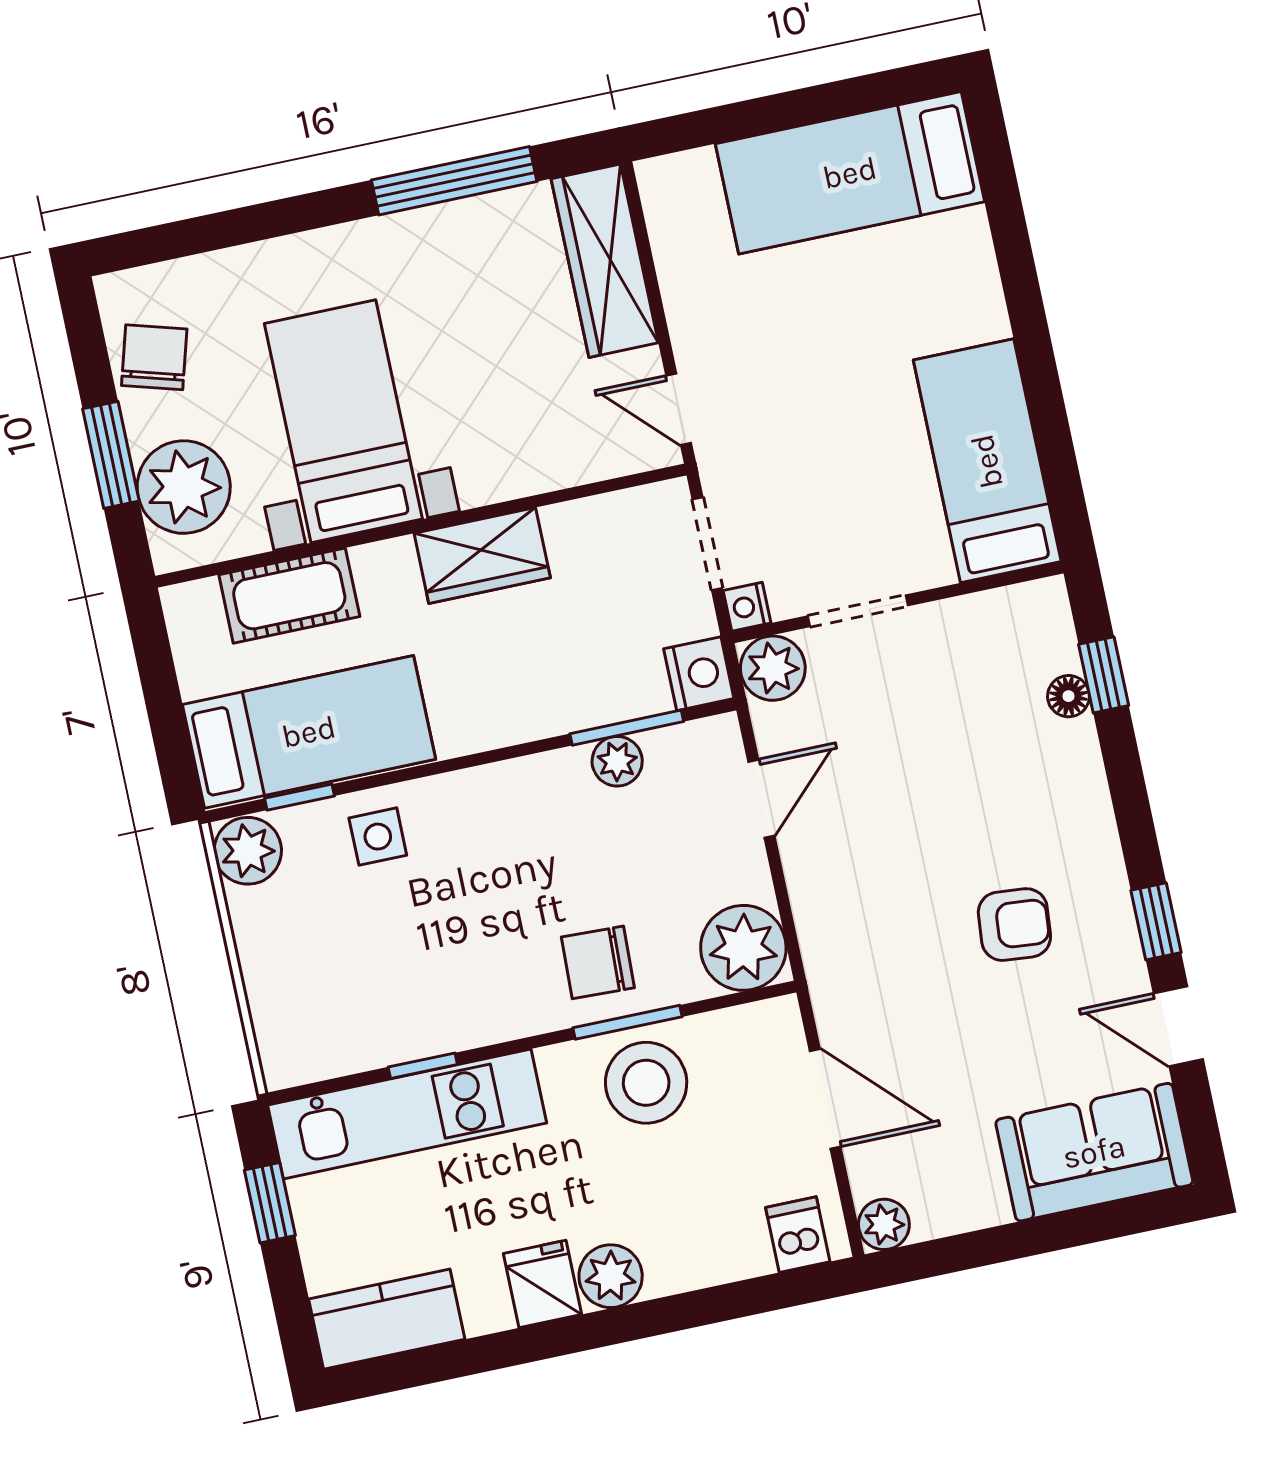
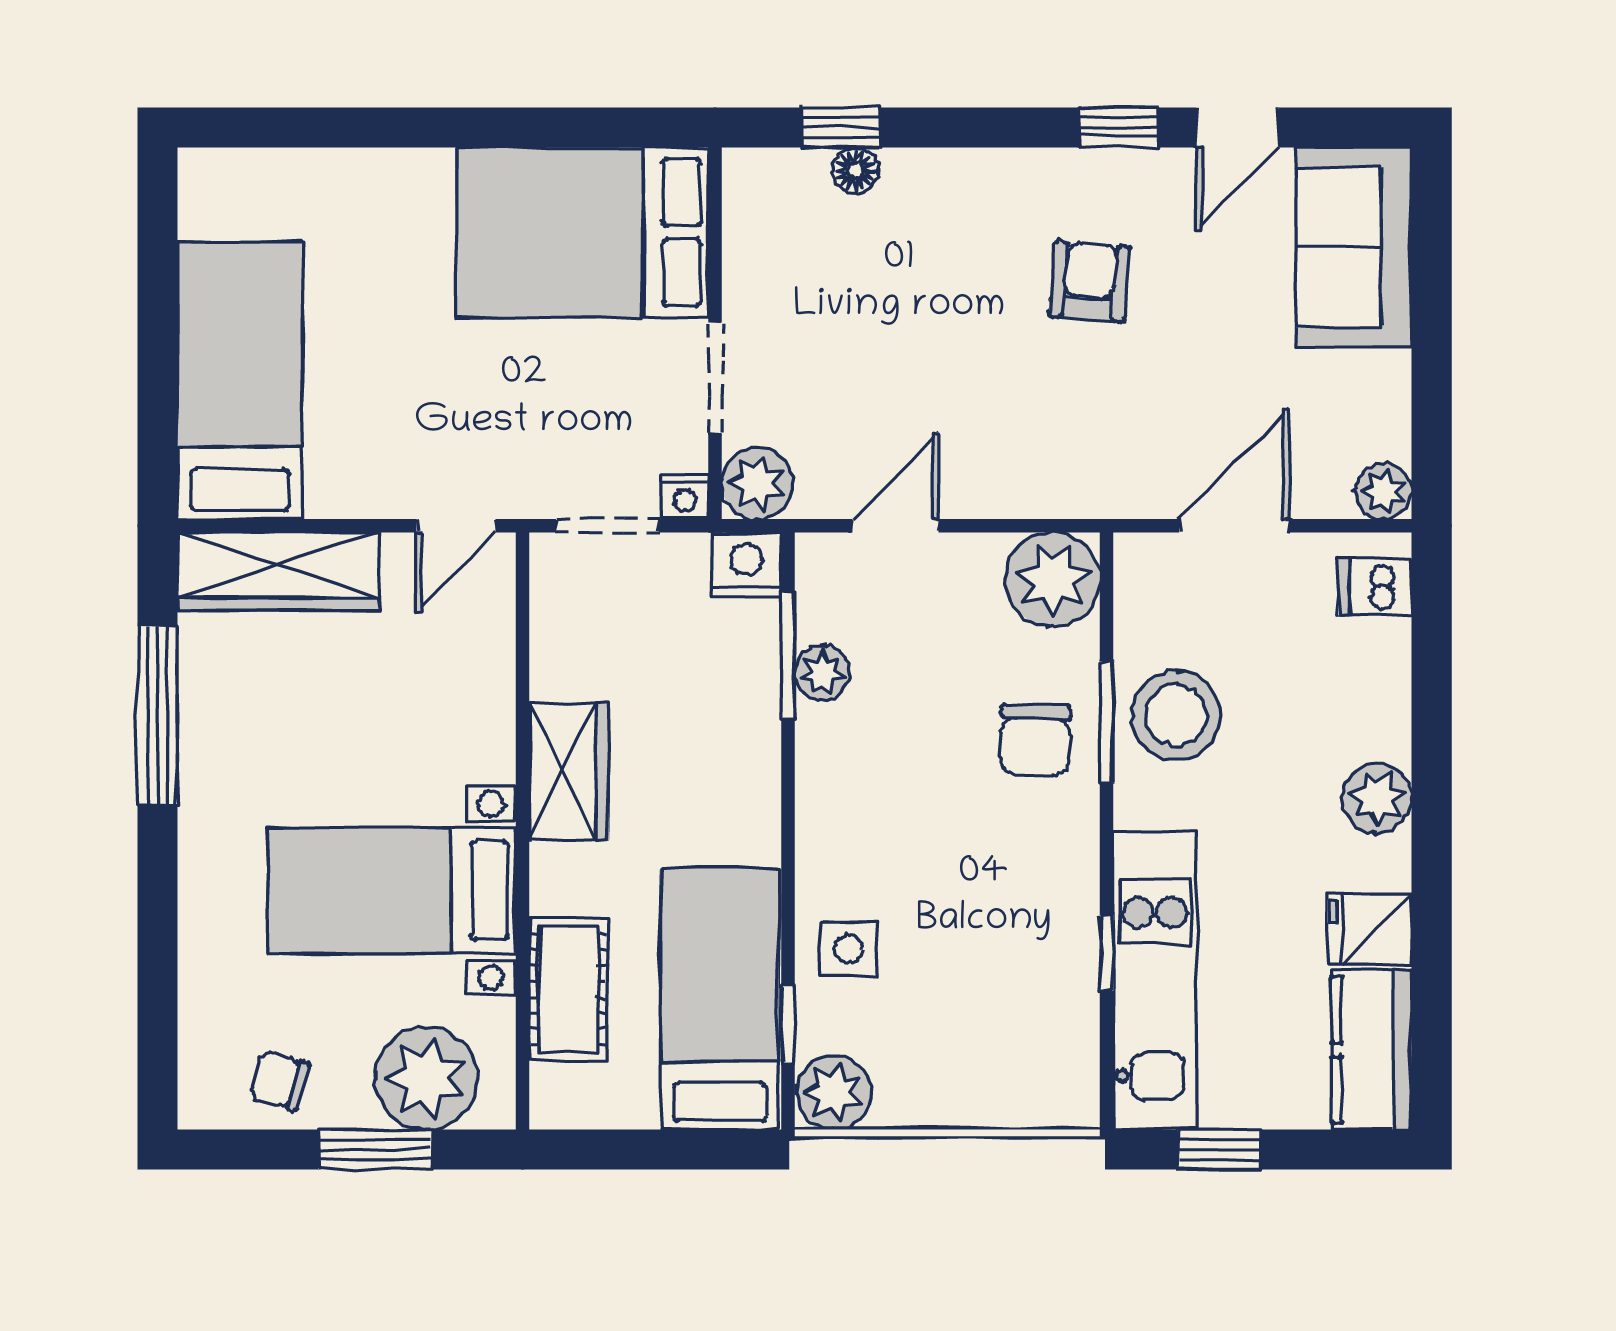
bed: (850, 173) -> (240, 380), moved, turned 180
chair: (154, 357) -> (279, 1080), width x0.73, depth x0.73
bed: (987, 461) -> (582, 232), width x1.50
door: (761, 799) -> (896, 526), hinge flipped
fridge: (542, 1284) -> (1370, 930), moved

